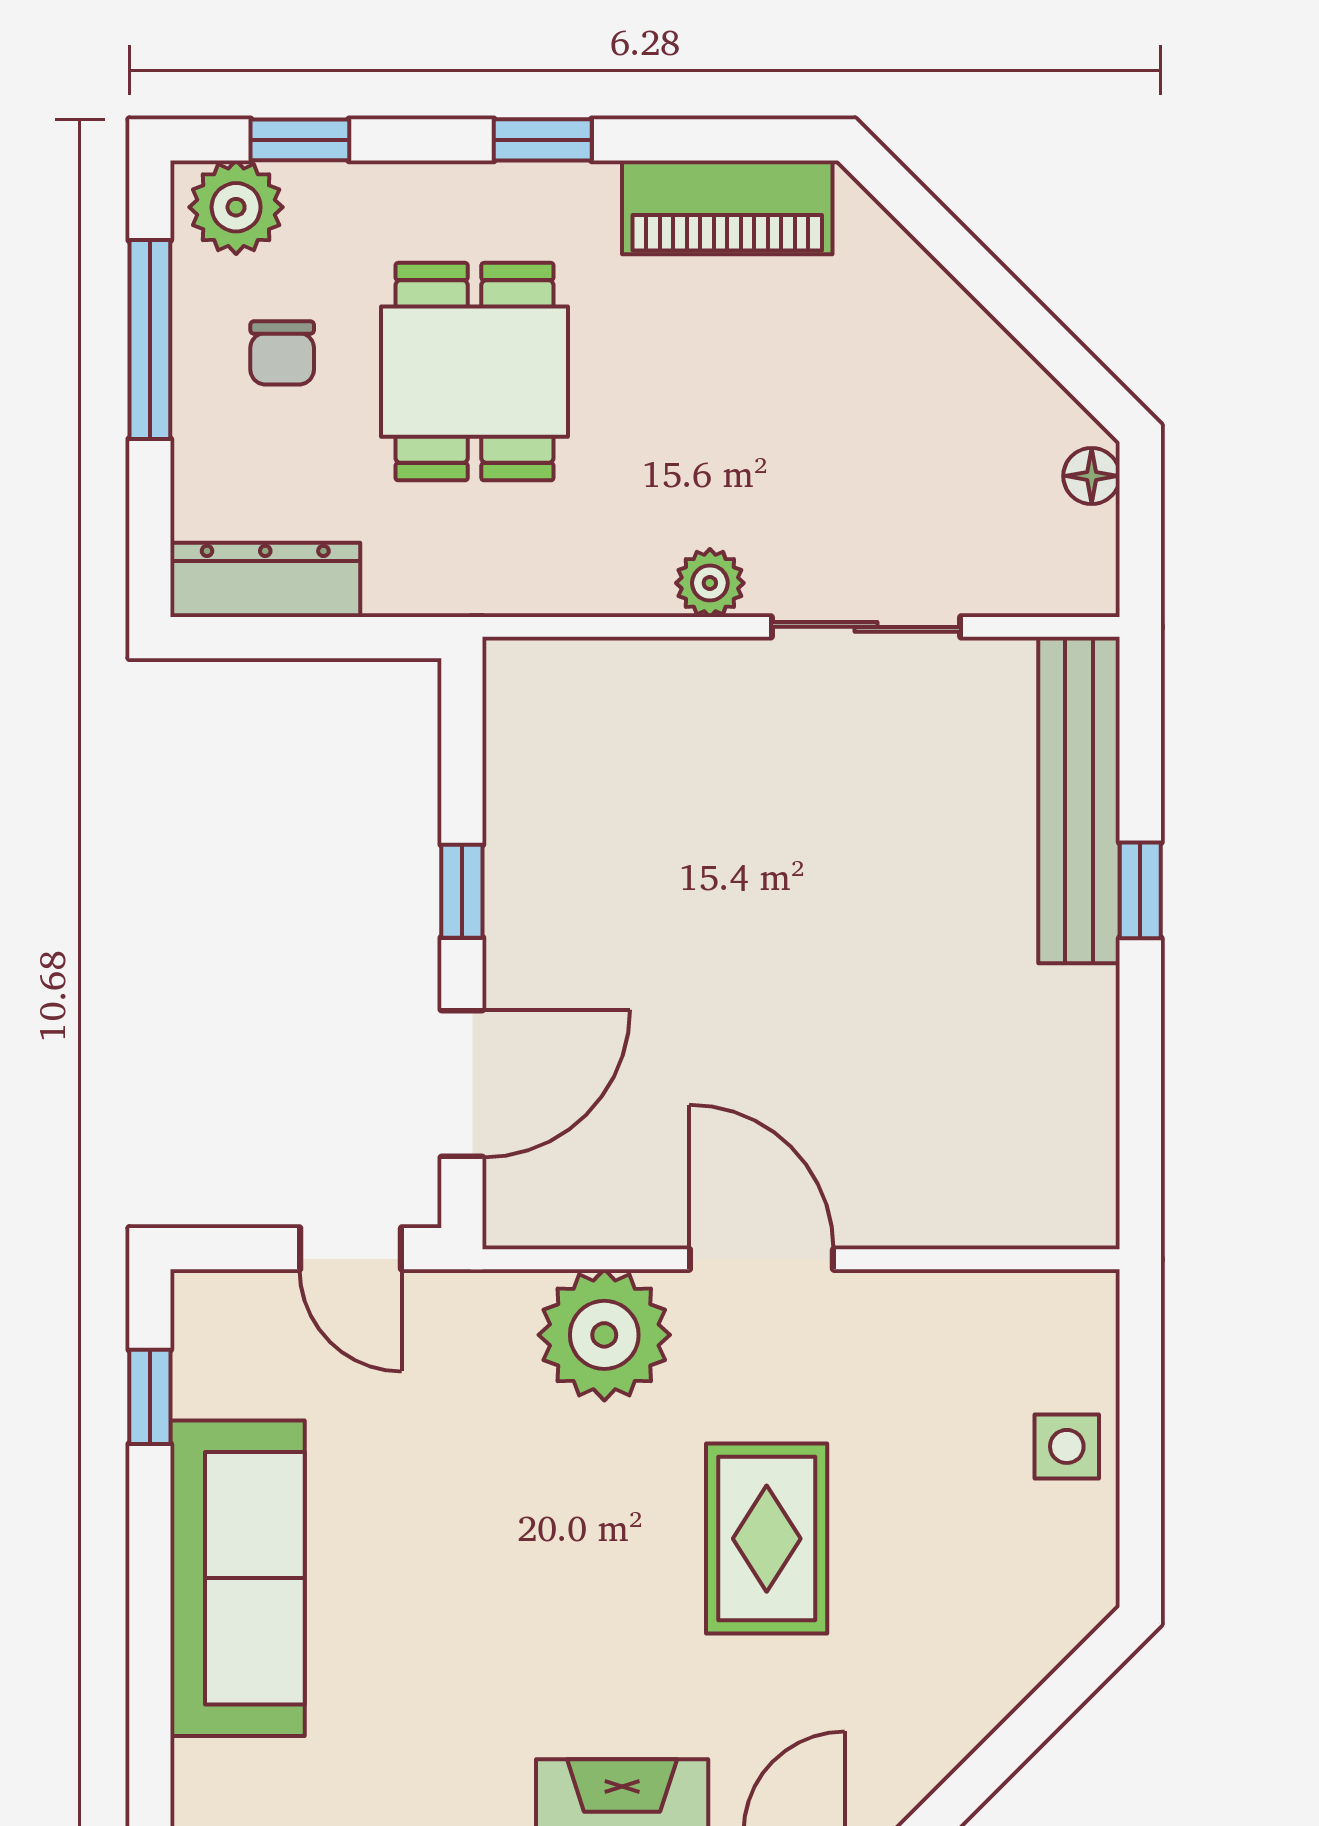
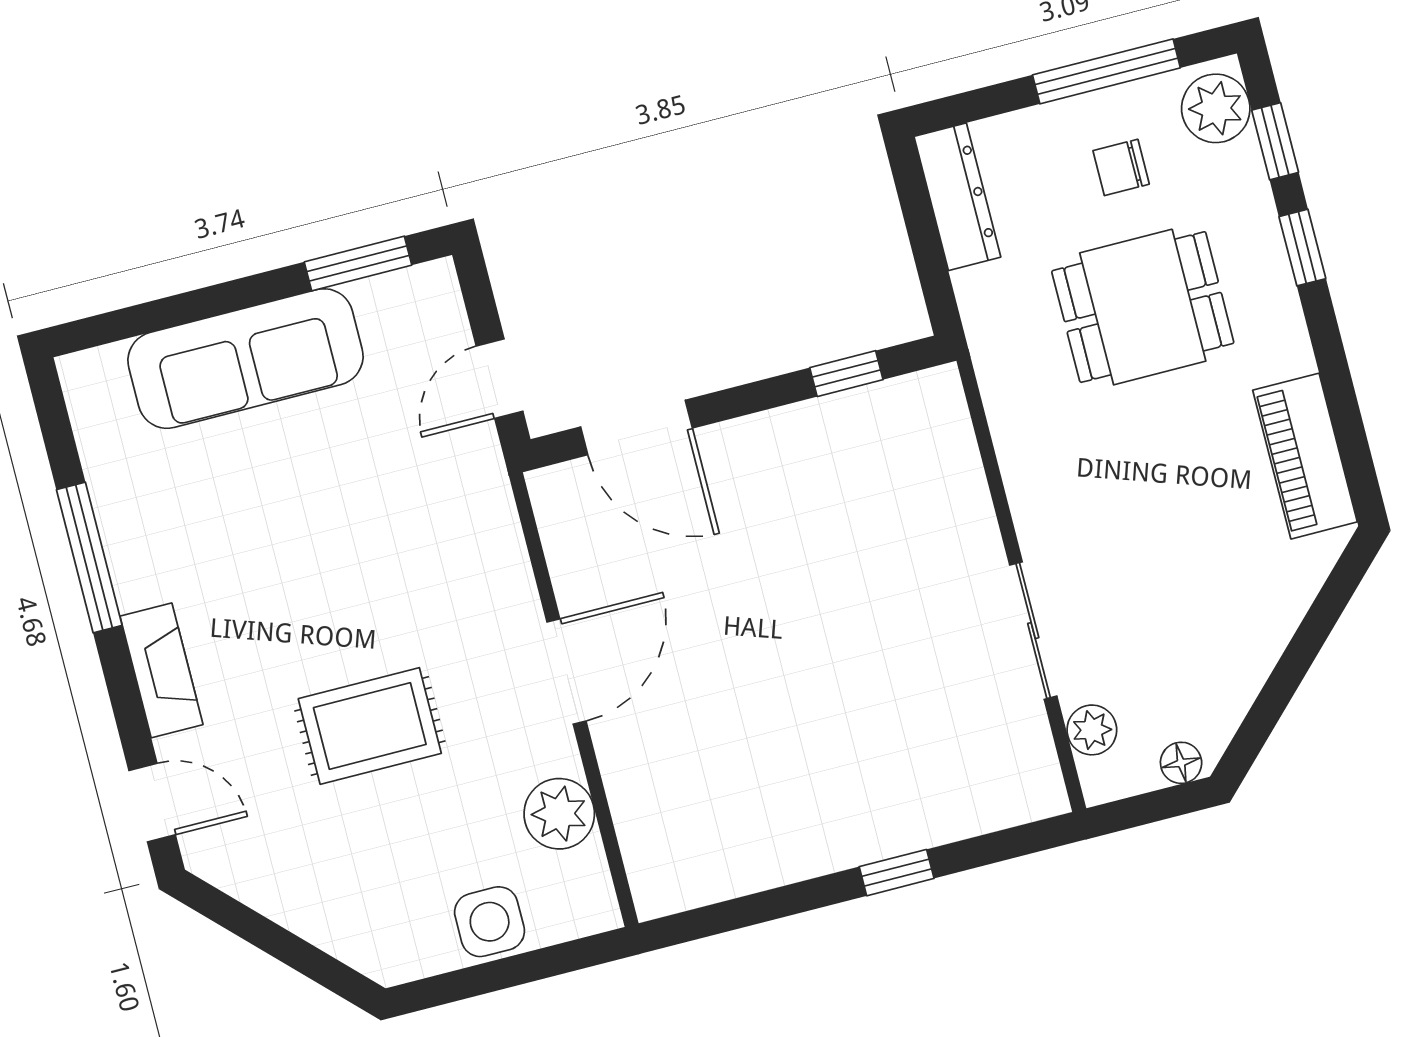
window: (543, 140) -> (1302, 248), moved
plant: (710, 583) -> (1092, 730), moved
bench: (1079, 800) -> (949, 813), removed
window: (462, 891) -> (846, 374), moved
plant: (604, 1335) -> (559, 814), moved, width x0.73, depth x0.73
window: (150, 1397) -> (358, 264), width x1.50
side table: (1067, 1446) -> (490, 922), width x1.37, depth x1.37

